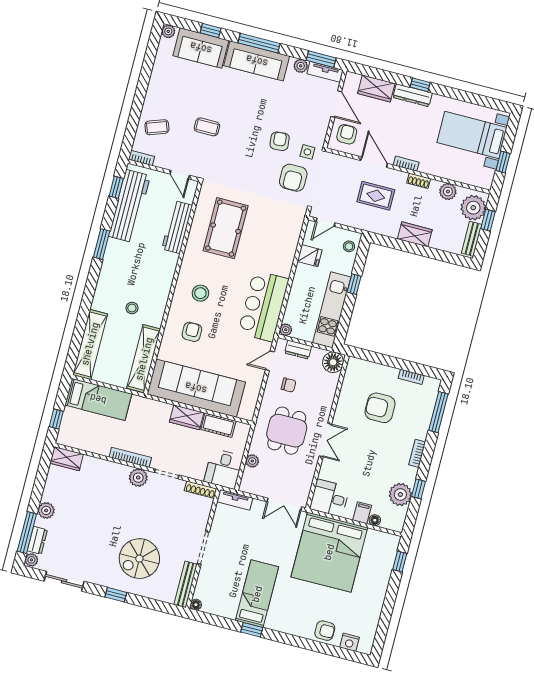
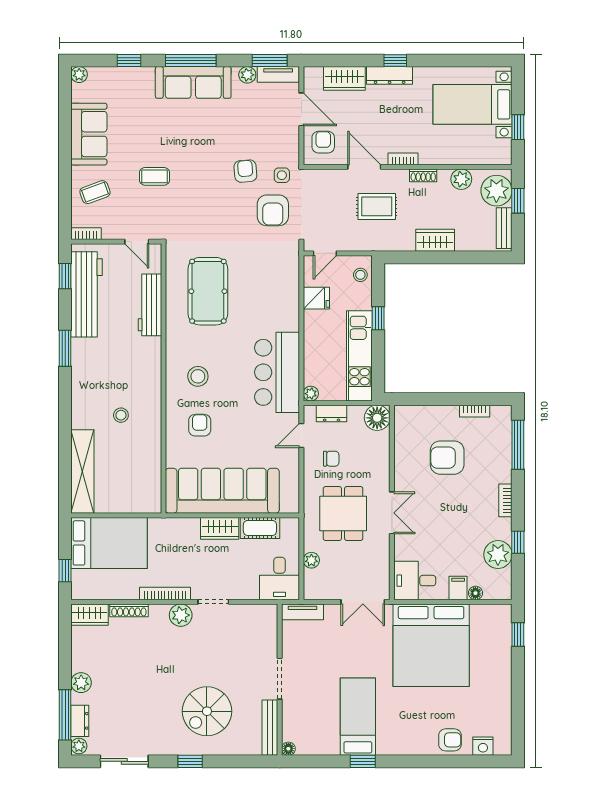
sofa: (201, 48) -> (89, 134), moved, turned -90
shelving: (144, 359) -> (150, 472), removed
bed: (98, 399) -> (109, 543), width x1.50
shoe rack: (201, 490) -> (129, 610), moved

